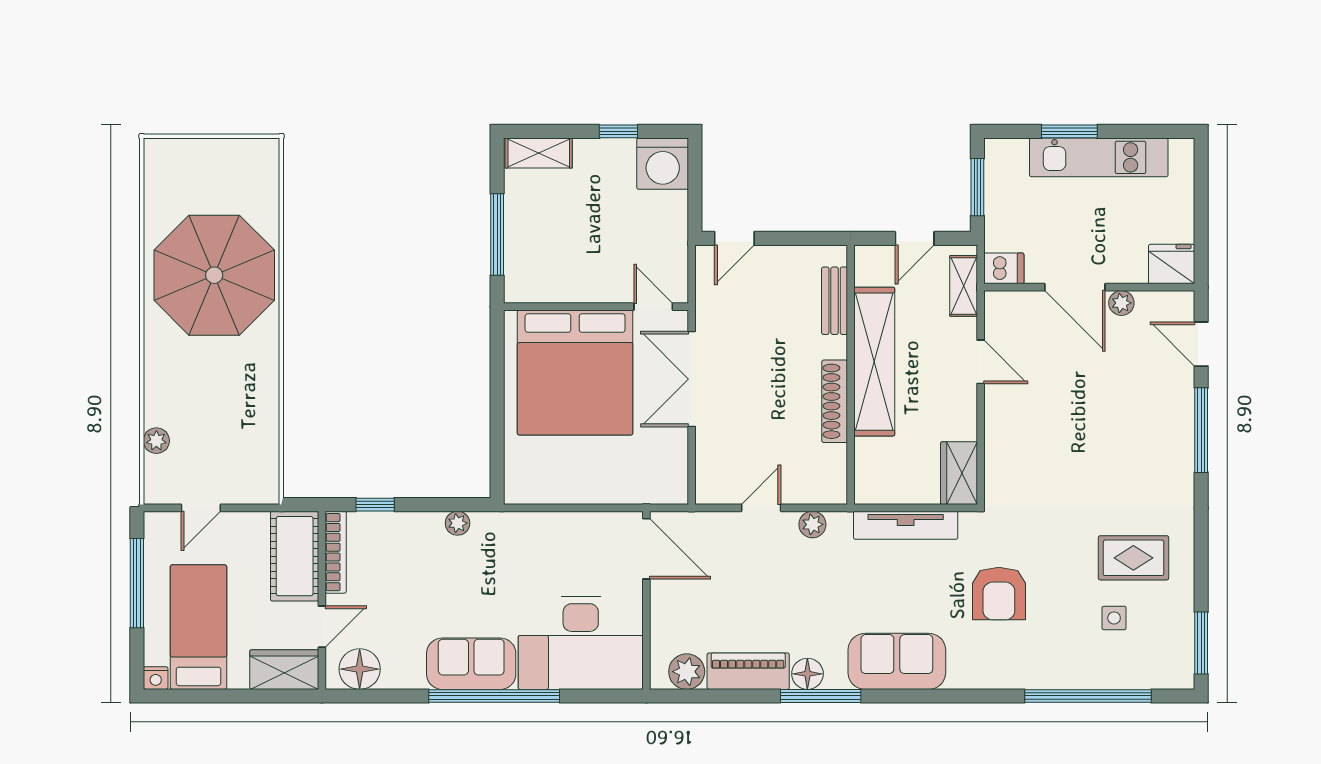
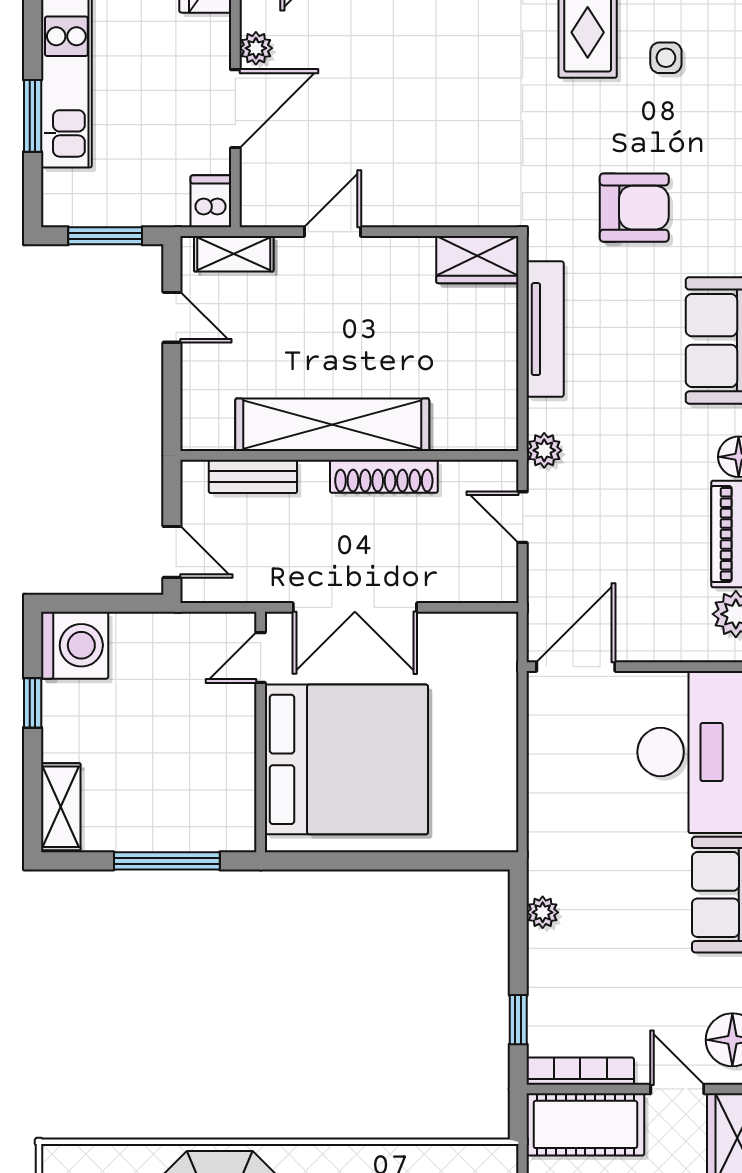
bench: (835, 301) -> (253, 476), moved
shelving: (874, 362) -> (332, 425), moved
wall: (851, 375) -> (349, 455), moved
shoe rack: (835, 401) -> (384, 476), moved

